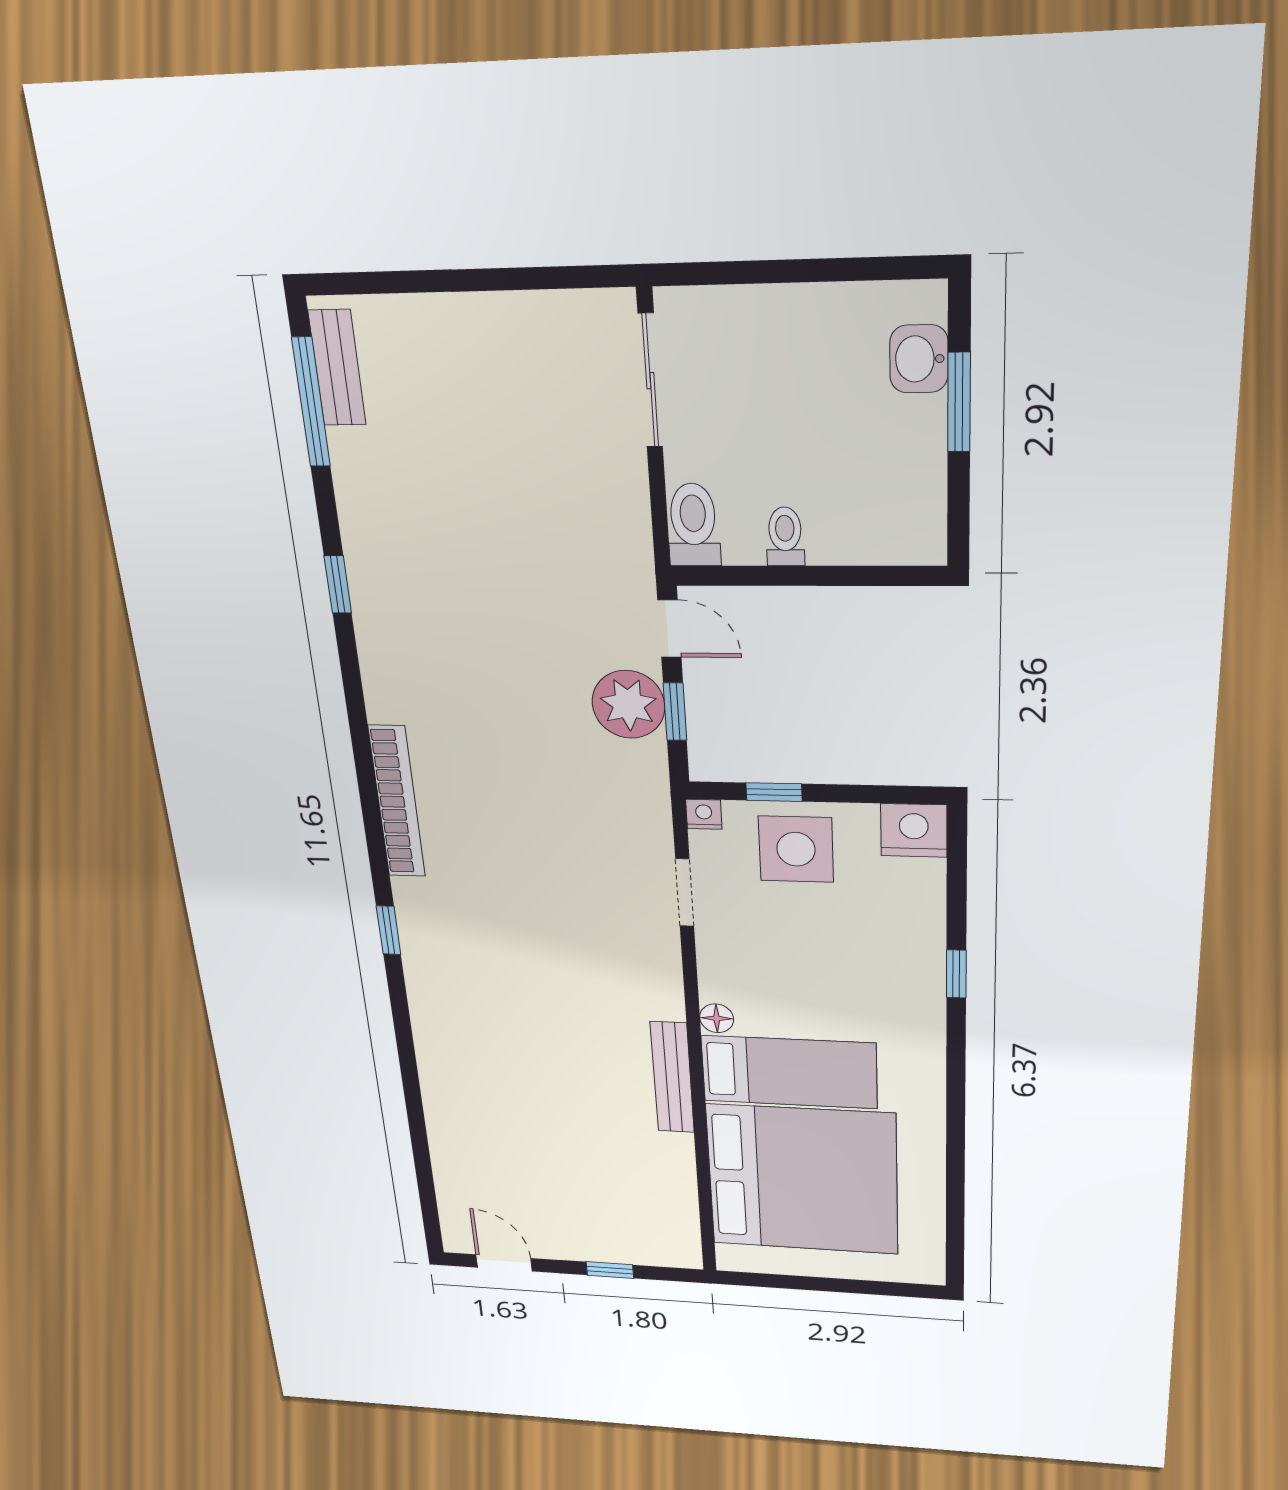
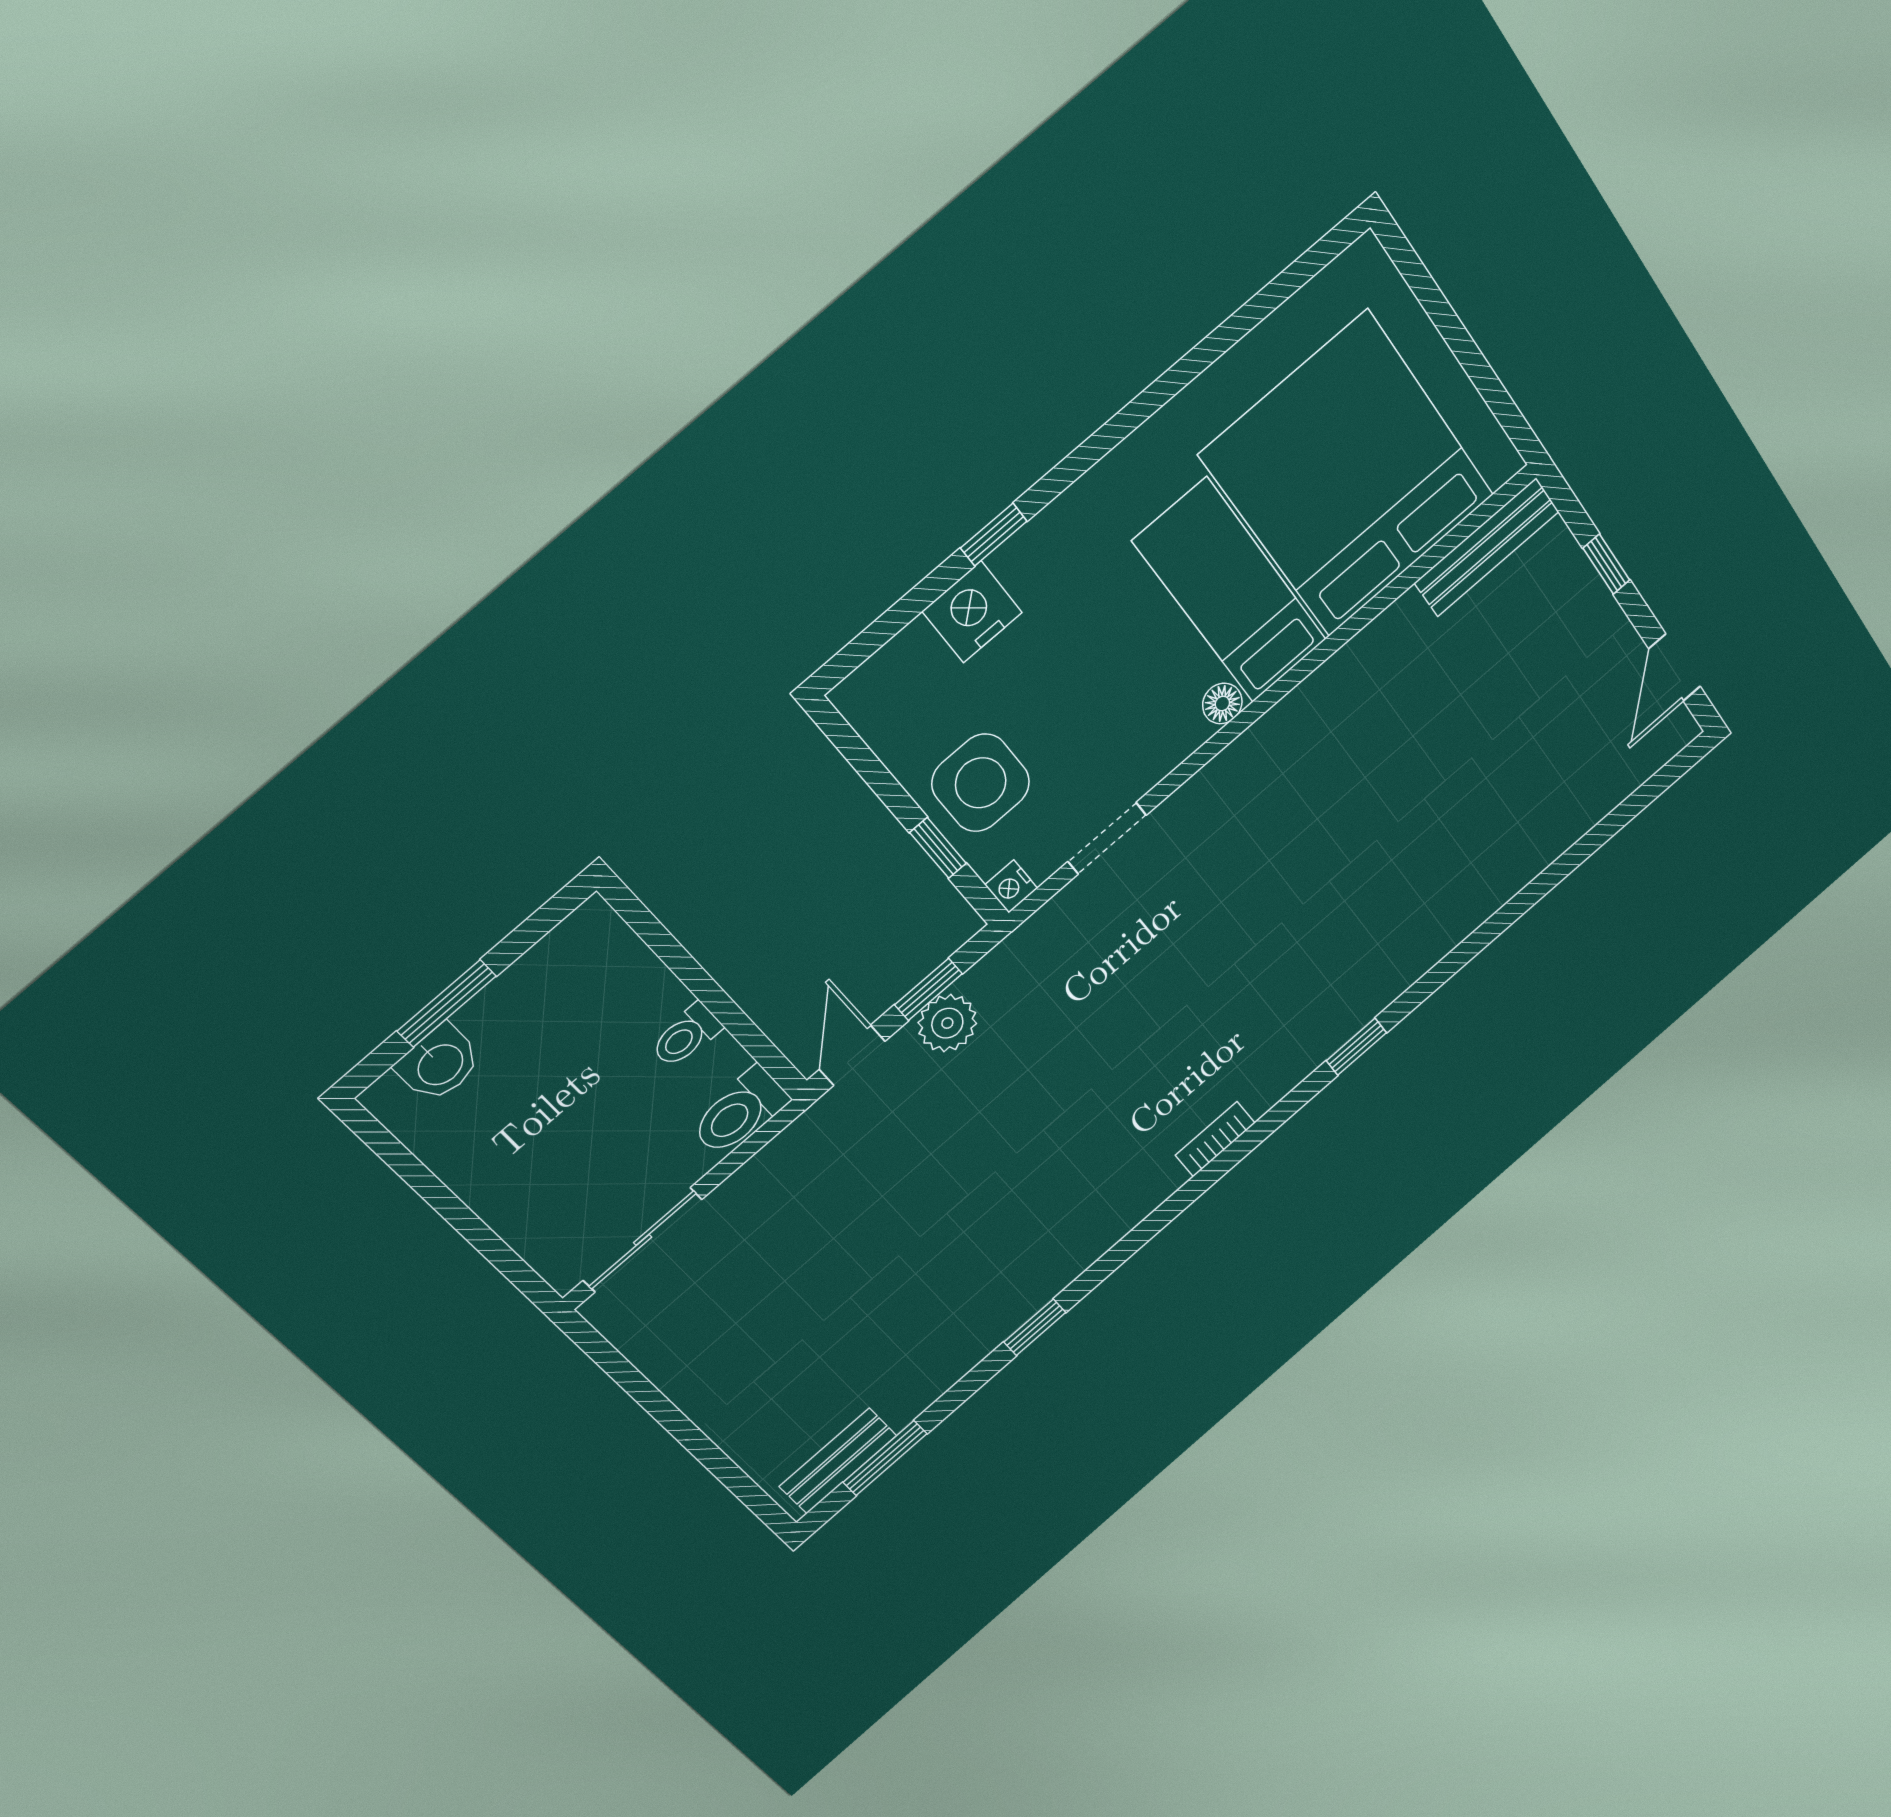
window: (311, 402) -> (885, 1458), width x0.69
plant: (628, 704) -> (947, 1023), width x0.73, depth x0.73
bookcase: (397, 802) -> (1215, 1139), width x0.43, depth x0.76
nightstand: (914, 830) -> (972, 612), moved, turned 90
bench: (672, 1077) -> (1487, 547), moved

